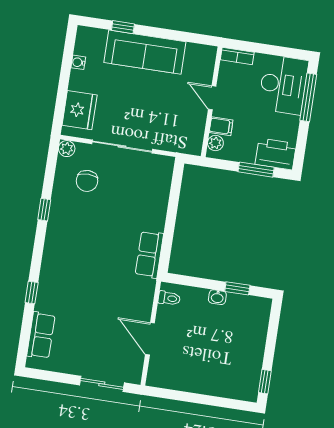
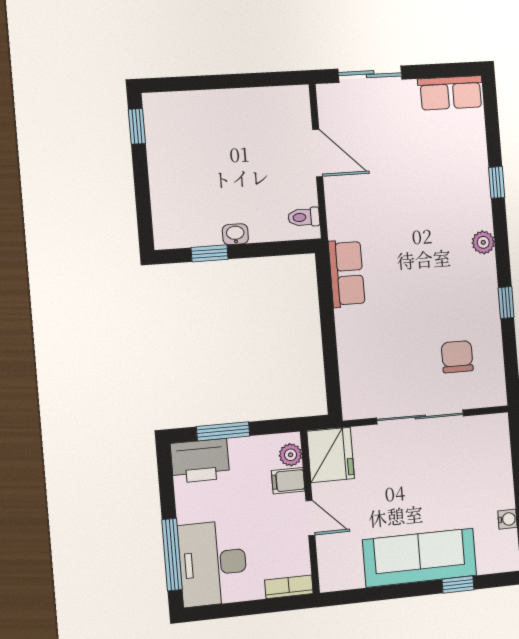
fridge: (80, 110) -> (331, 455), moved, turned 180
plant: (67, 149) -> (483, 242), moved
row of seats: (41, 335) -> (451, 93), moved, turned -90

